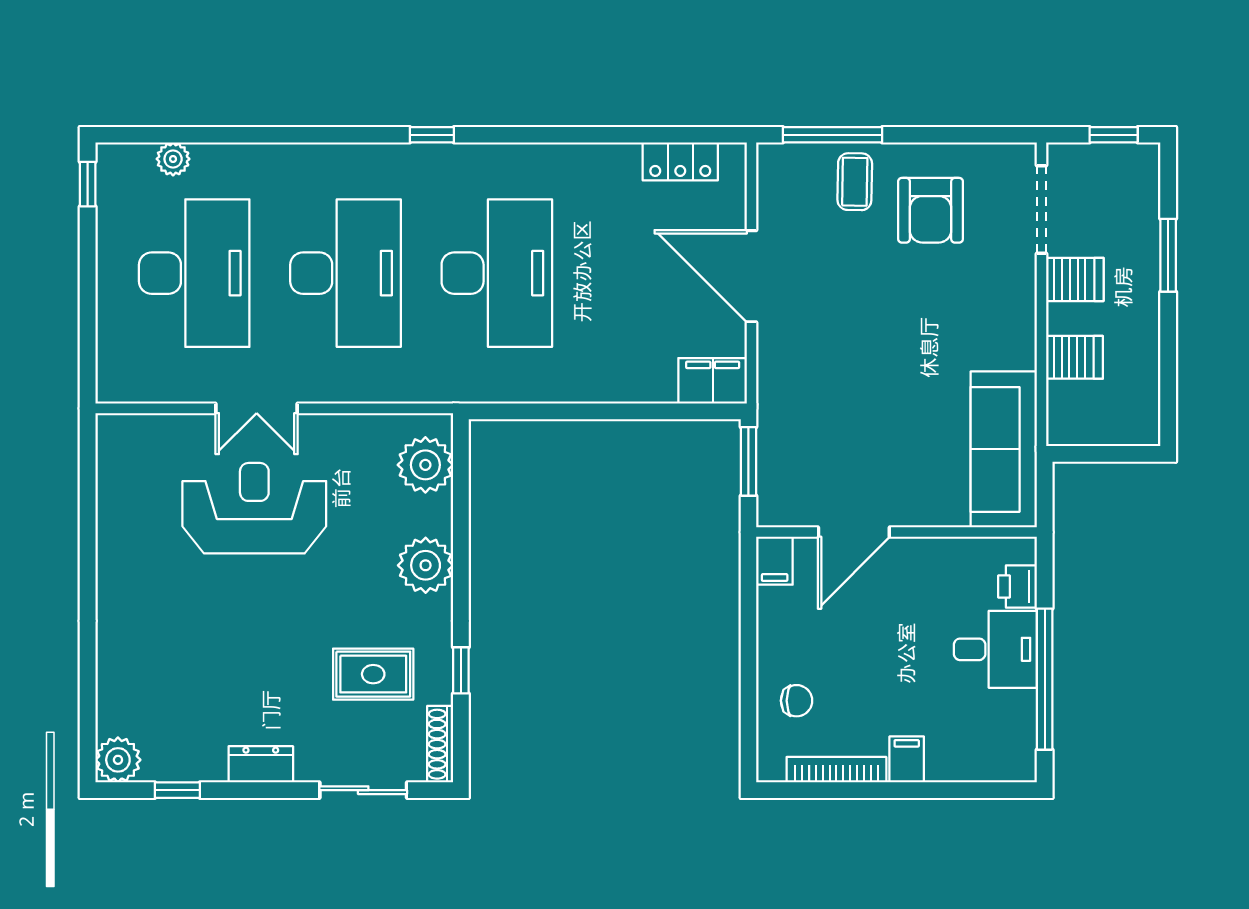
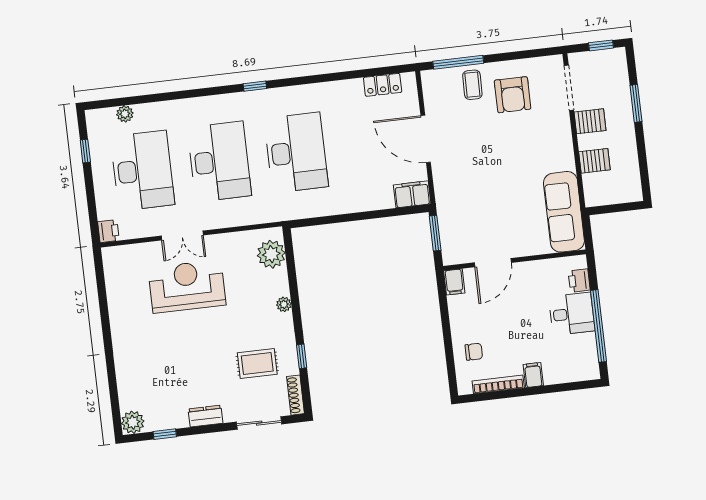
window: (88, 184) -> (85, 151), moved
printer: (114, 383) -> (108, 231), added
plant: (426, 565) -> (284, 304), width x0.53, depth x0.53

